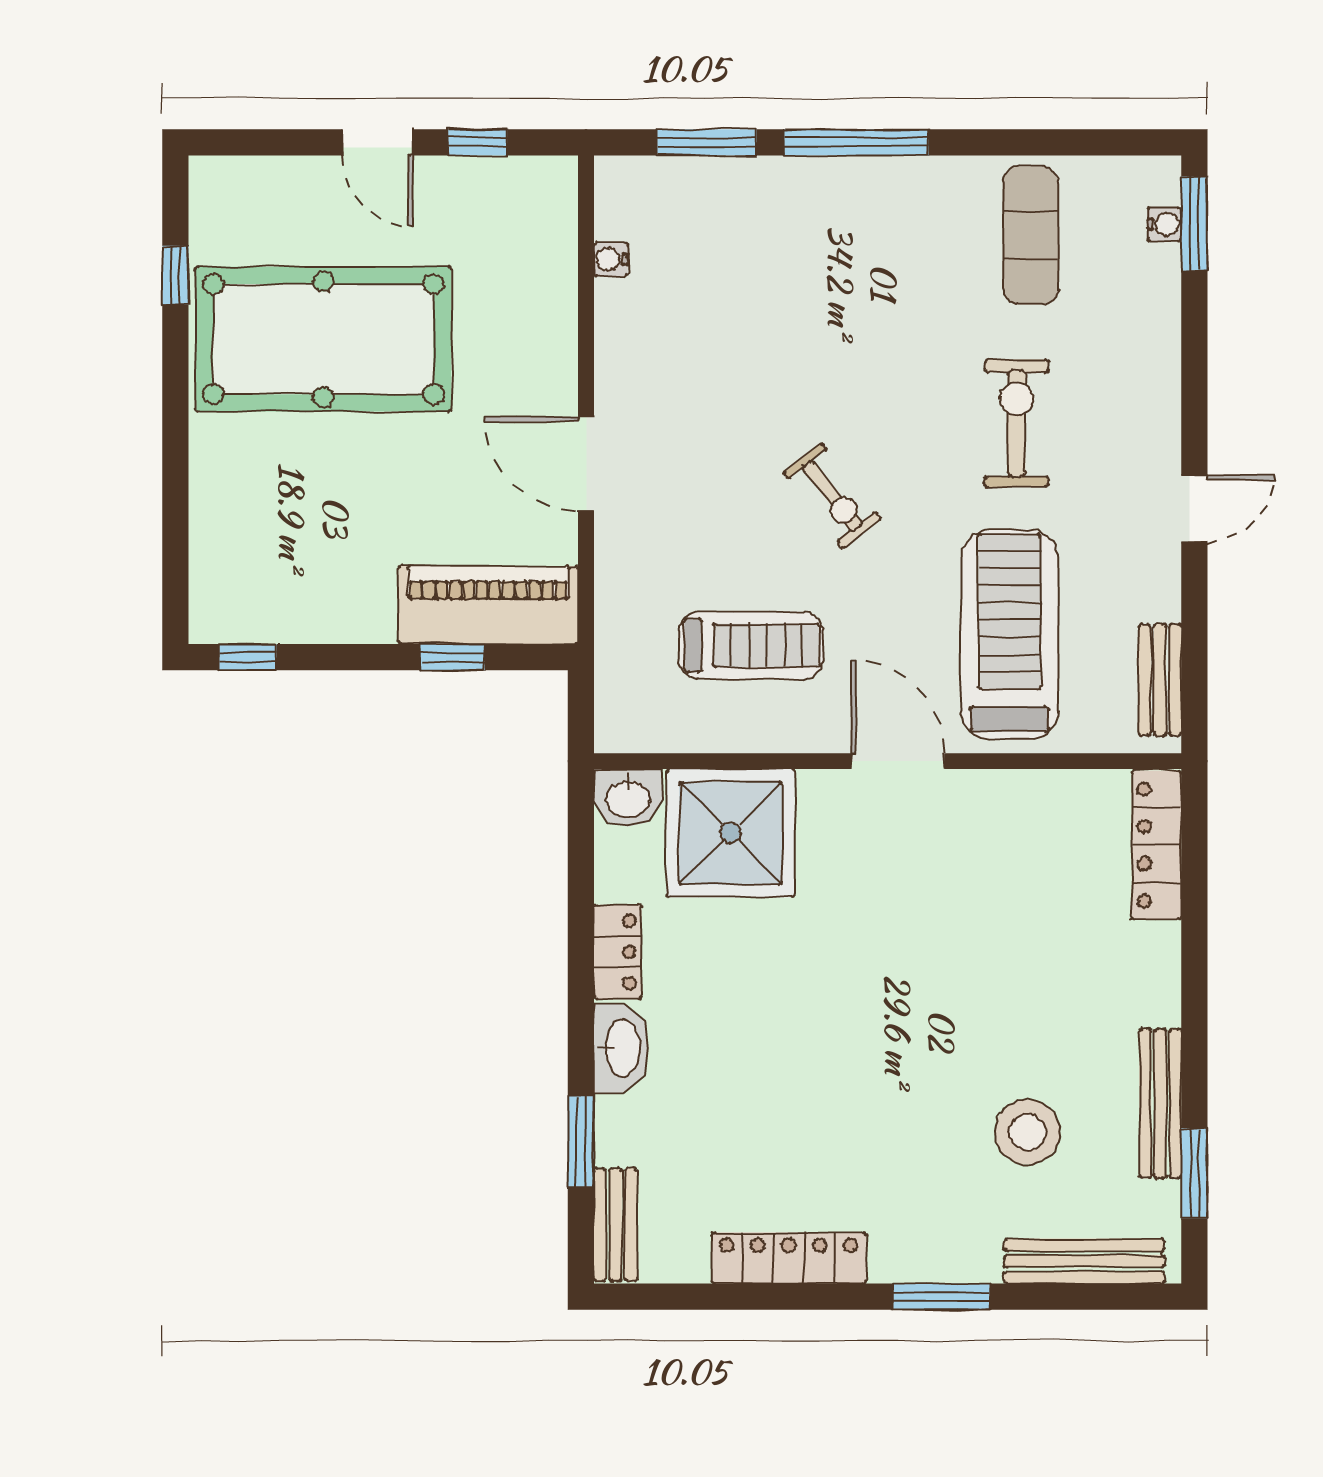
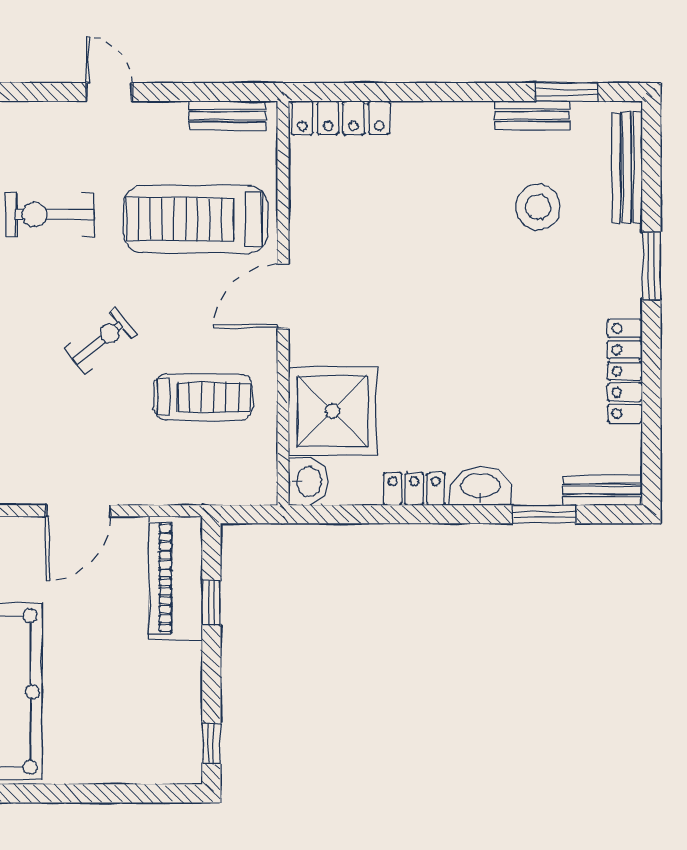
treadmill: (751, 645) -> (203, 397), turned 90
bench: (1160, 1103) -> (532, 115), width x0.73

